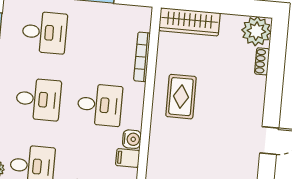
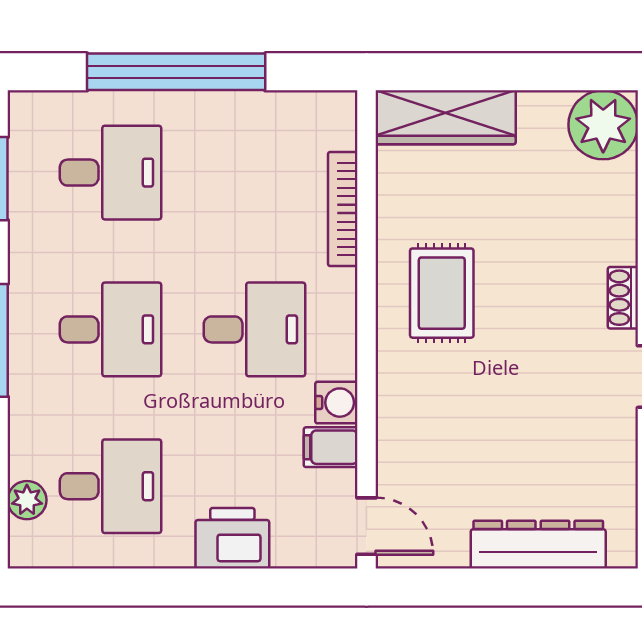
shoe rack: (262, 61) -> (623, 298), moved

